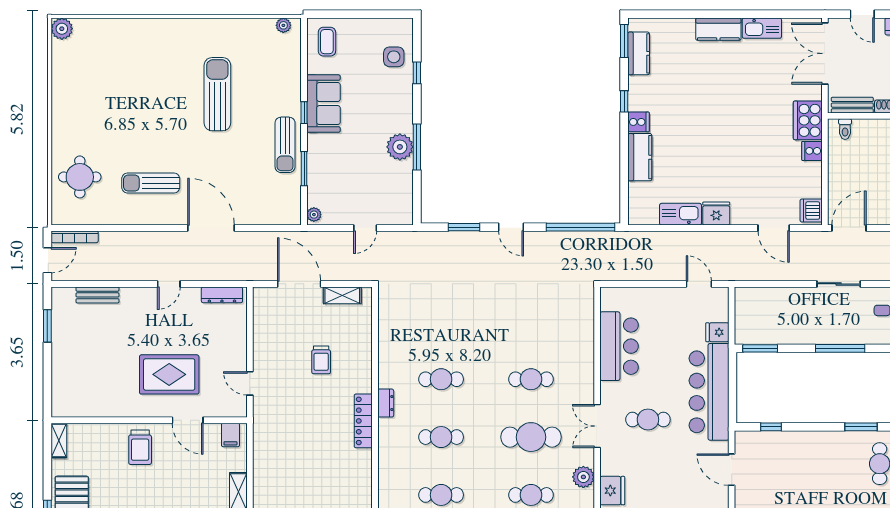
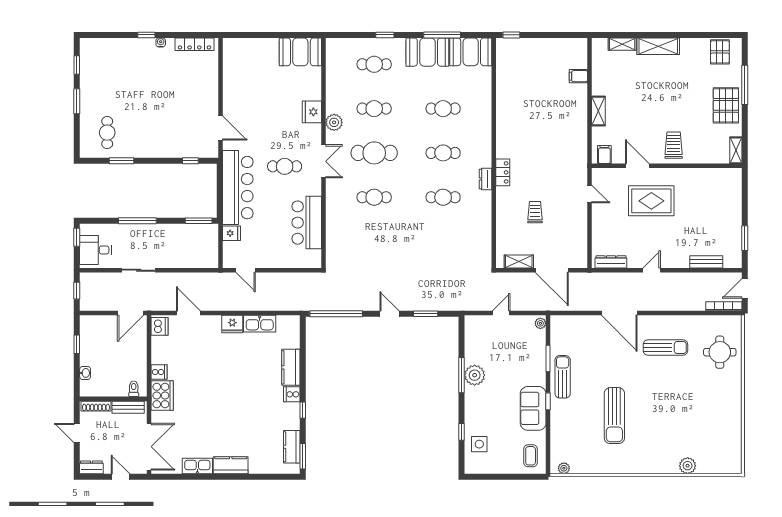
plant: (62, 29) -> (688, 466), moved
locker: (363, 421) -> (503, 172), width x0.66

